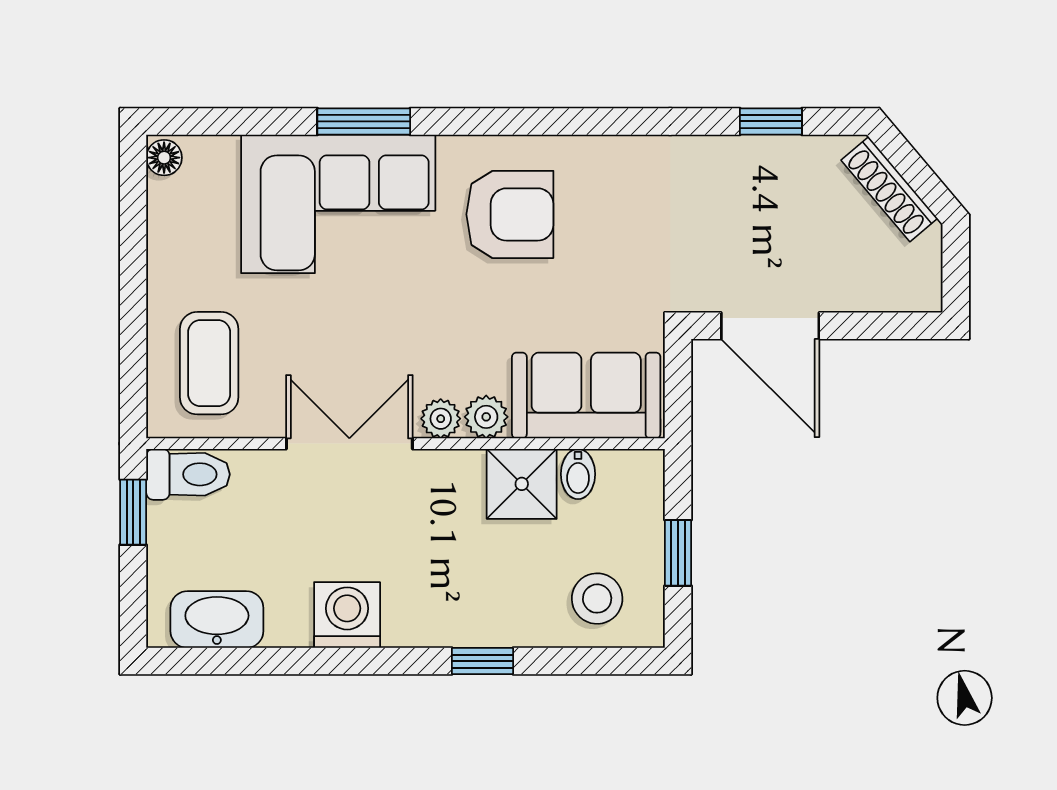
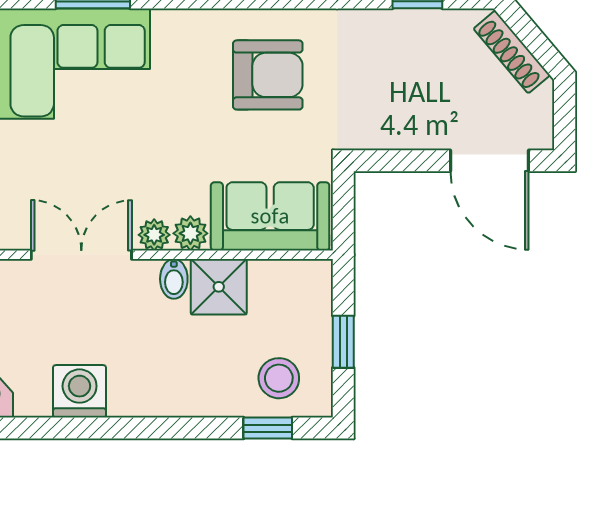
armchair: (510, 214) -> (268, 75), moved
door: (770, 326) -> (490, 161), moved
bidet: (578, 474) -> (174, 279), moved
window: (482, 661) -> (268, 428), moved

